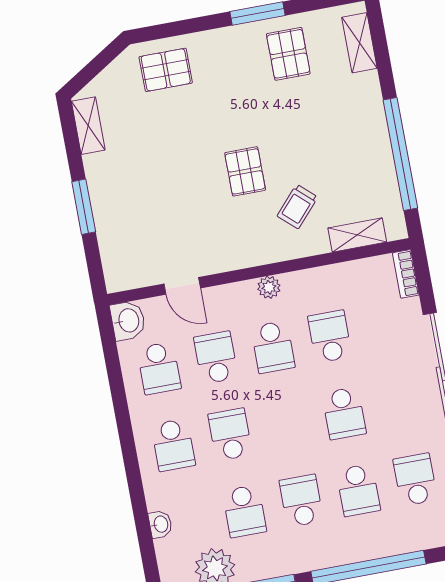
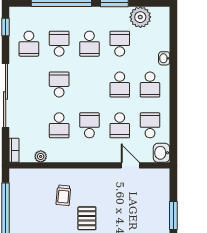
trolley: (297, 206) -> (63, 195), turned 143
shelving: (357, 235) -> (35, 175), removed
plant: (269, 287) -> (41, 156), moved
school desk: (173, 445) -> (150, 84), turned 180
washbasin: (160, 524) -> (164, 58), moved

